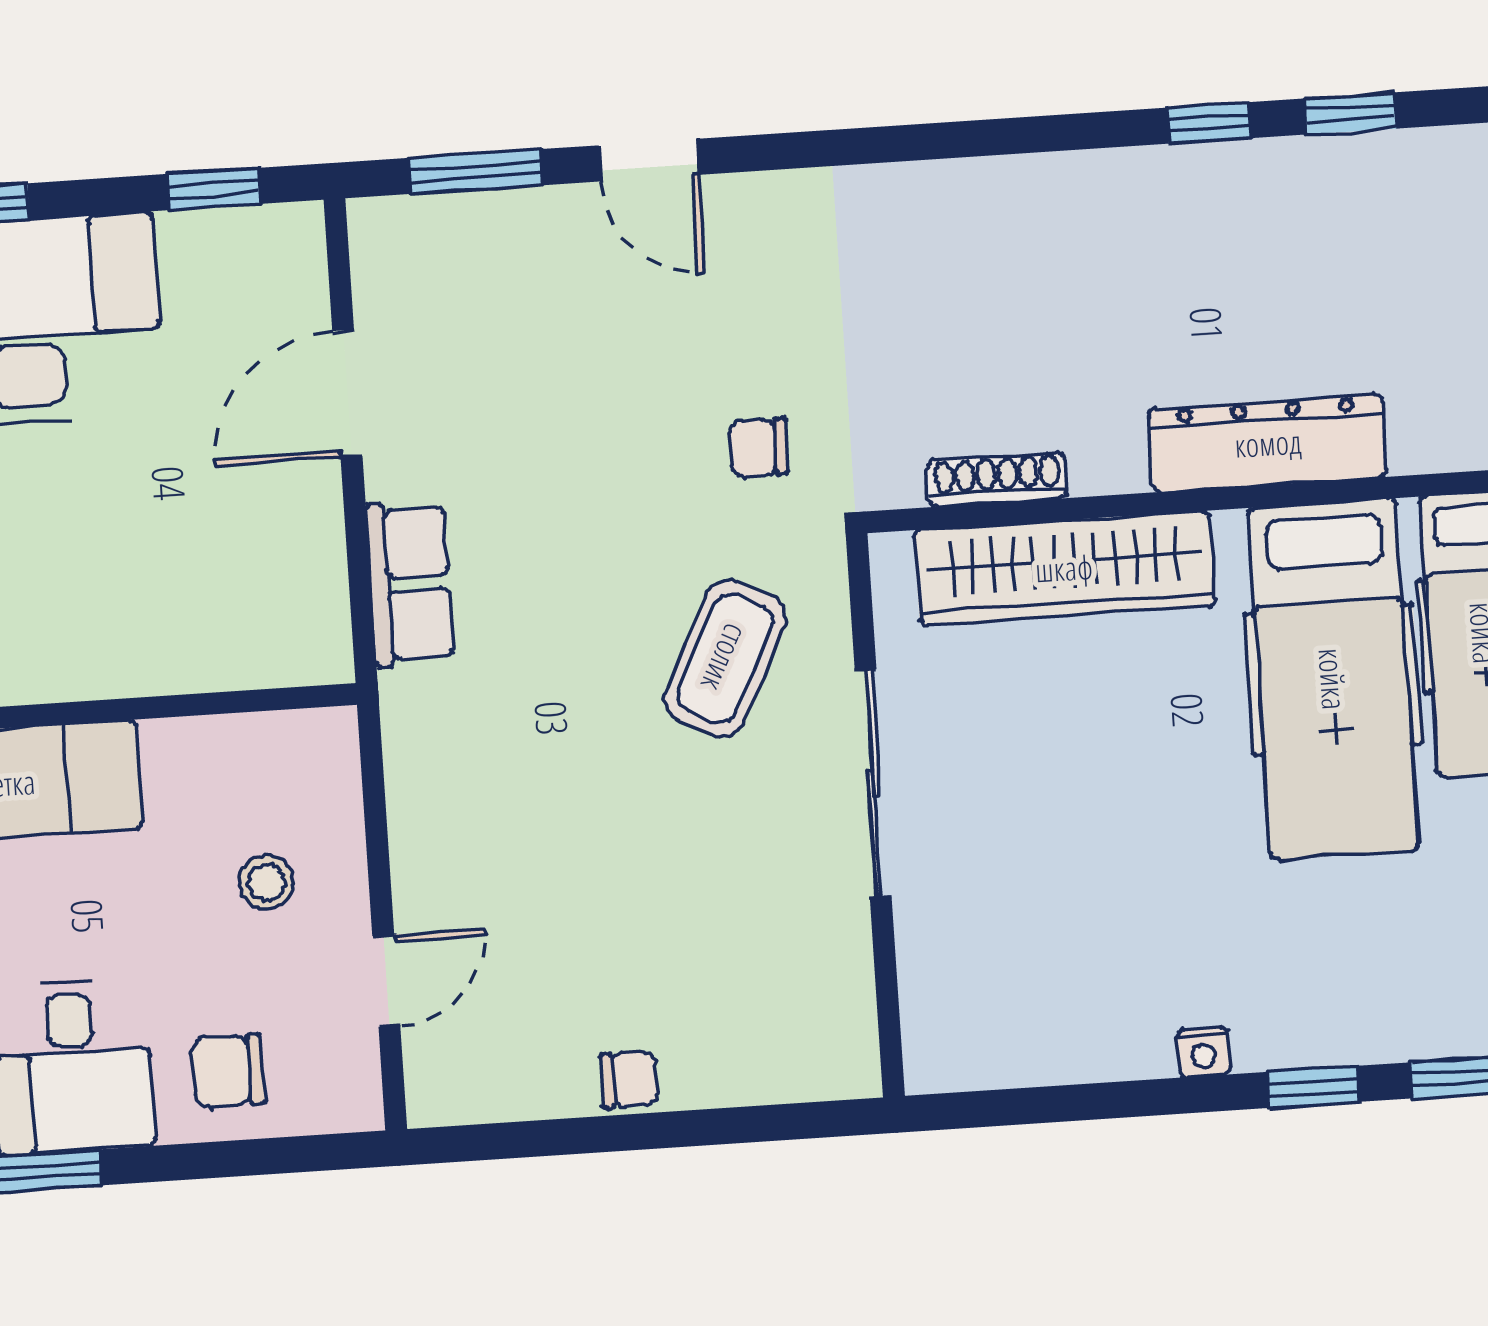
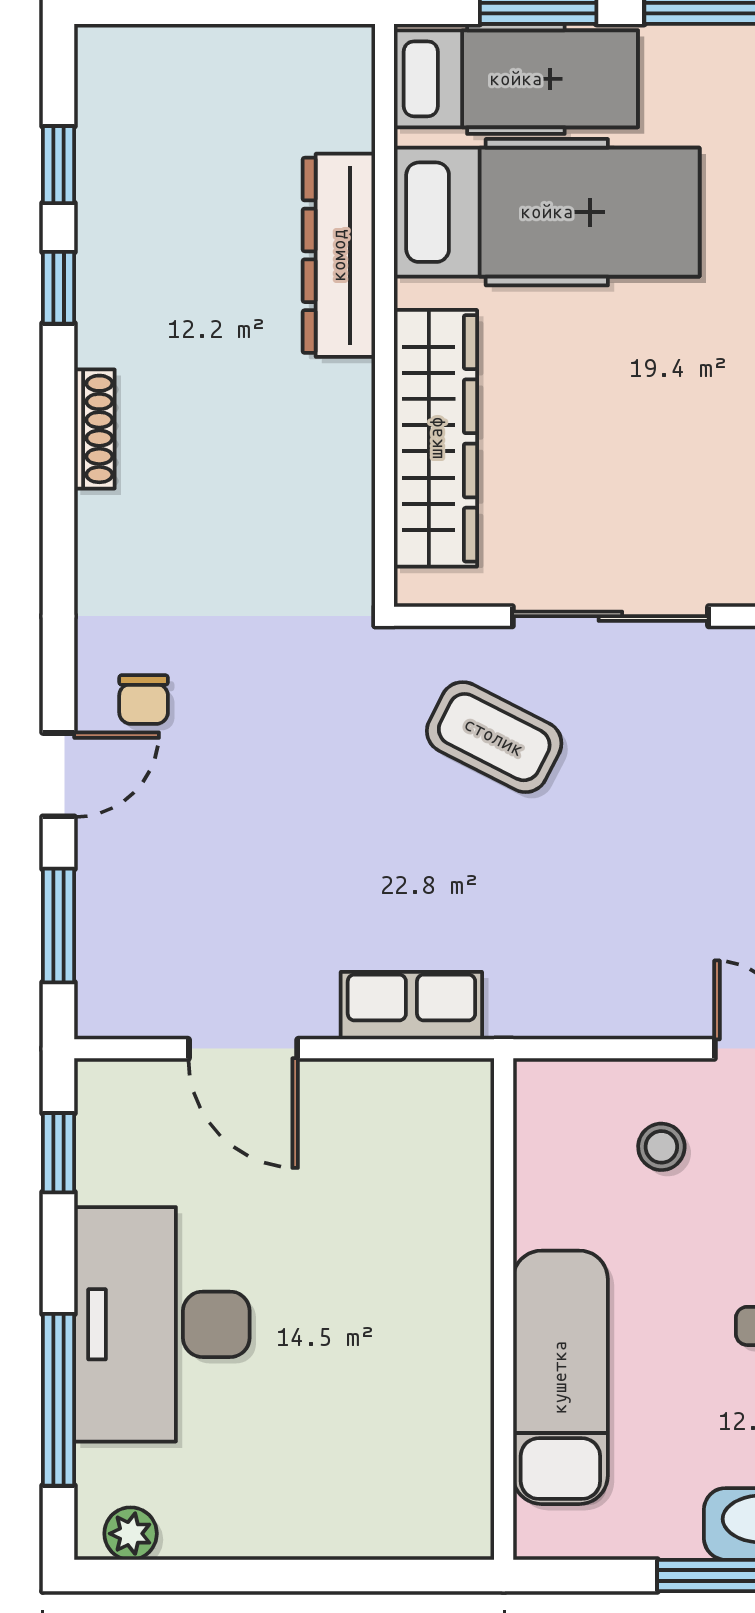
chair: (759, 448) -> (144, 700), moved
shoe rack: (997, 479) -> (94, 429), moved, turned 180

